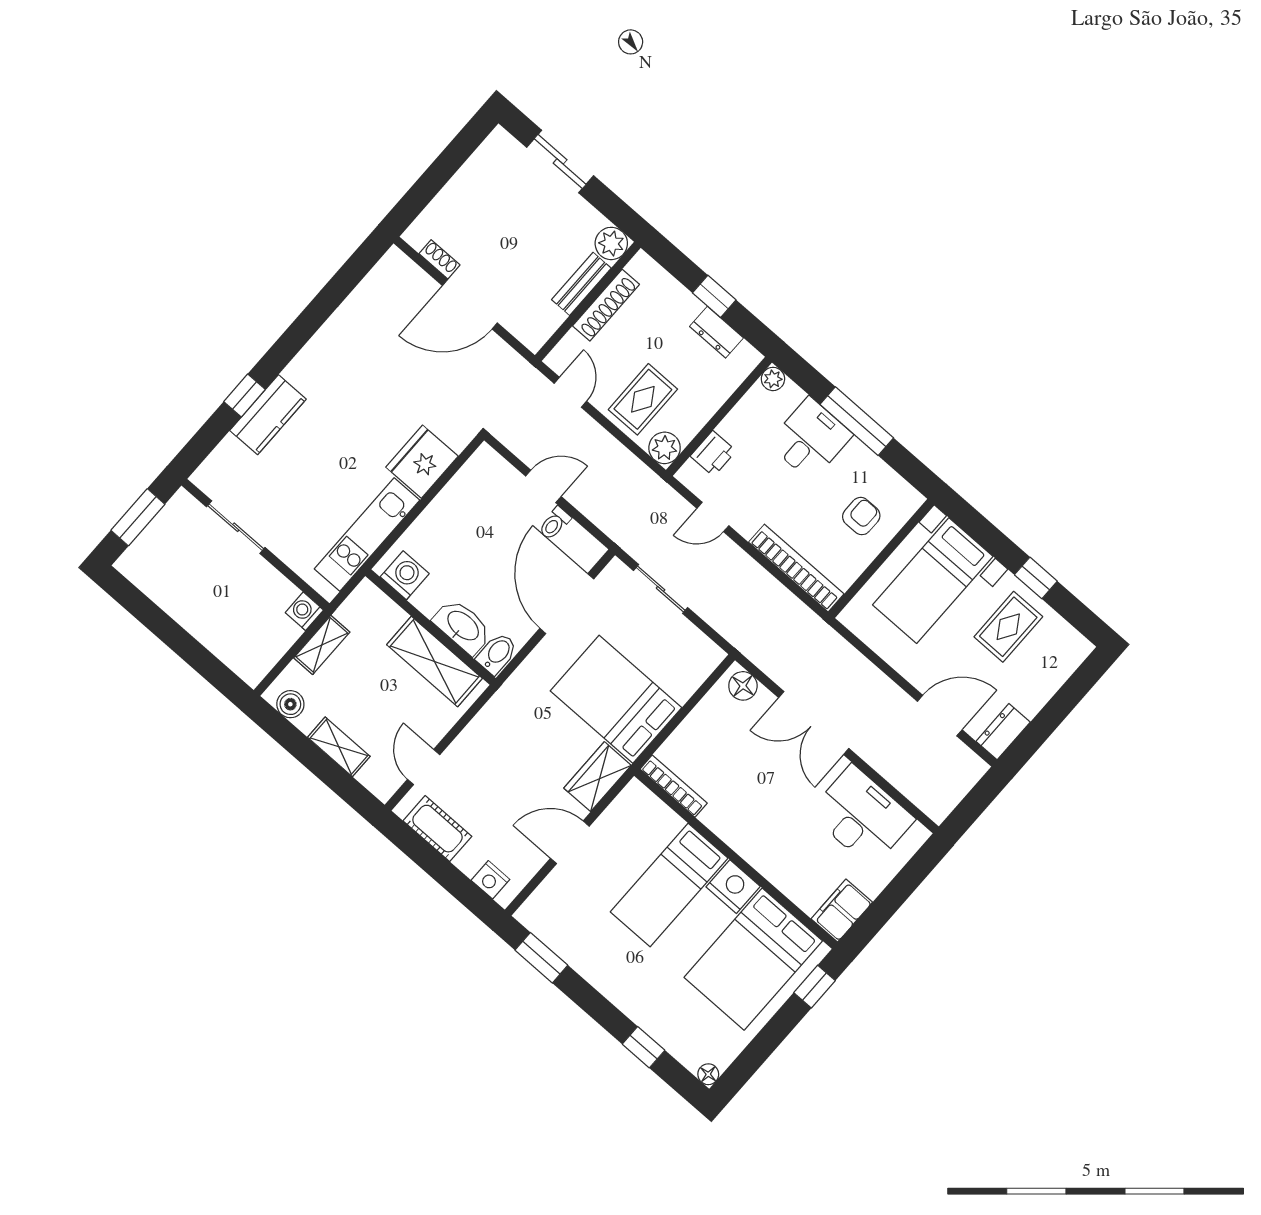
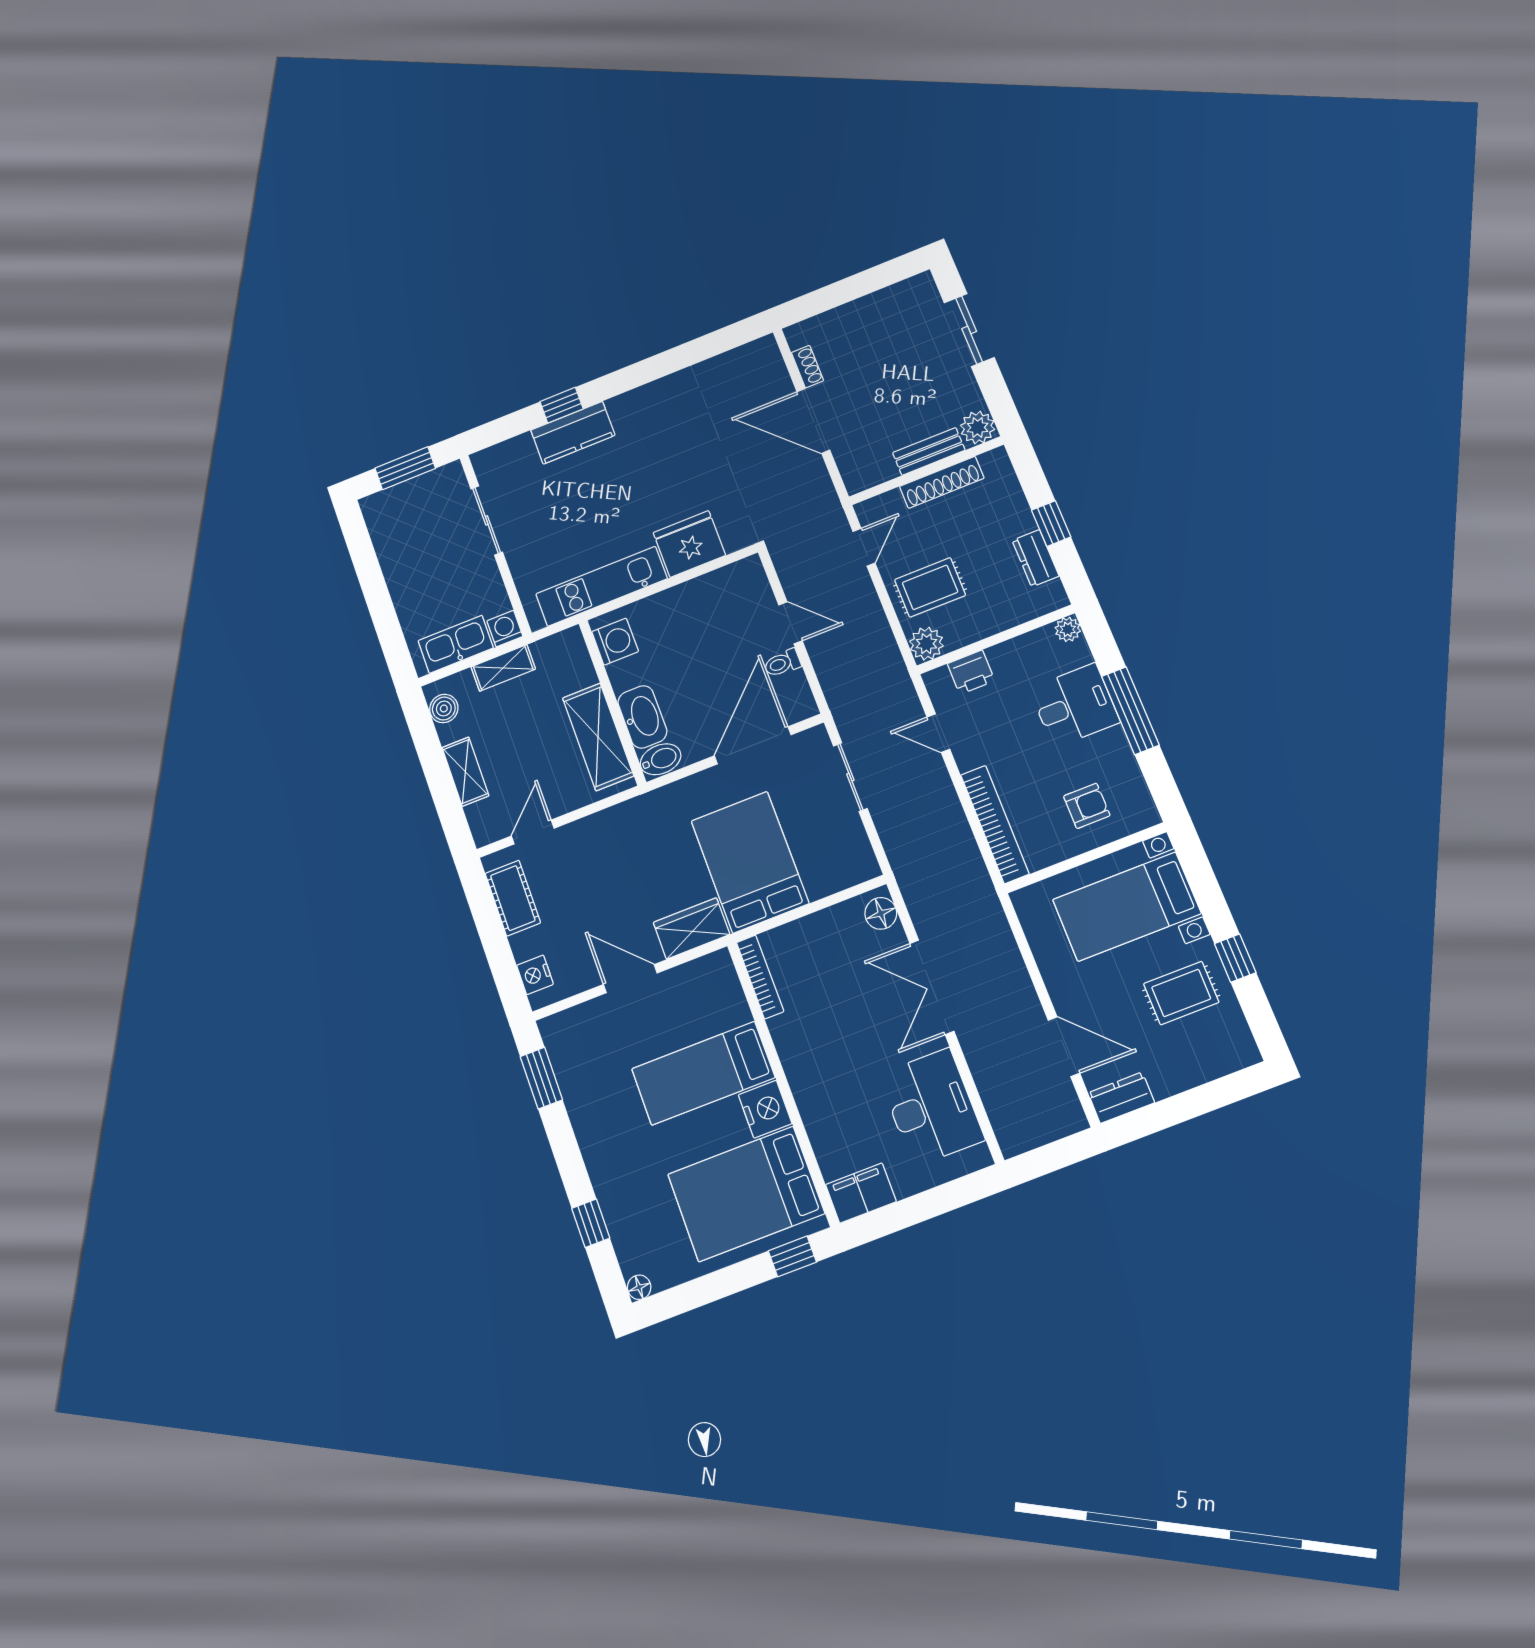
kitchen sink: (270, 646) -> (456, 644), added

